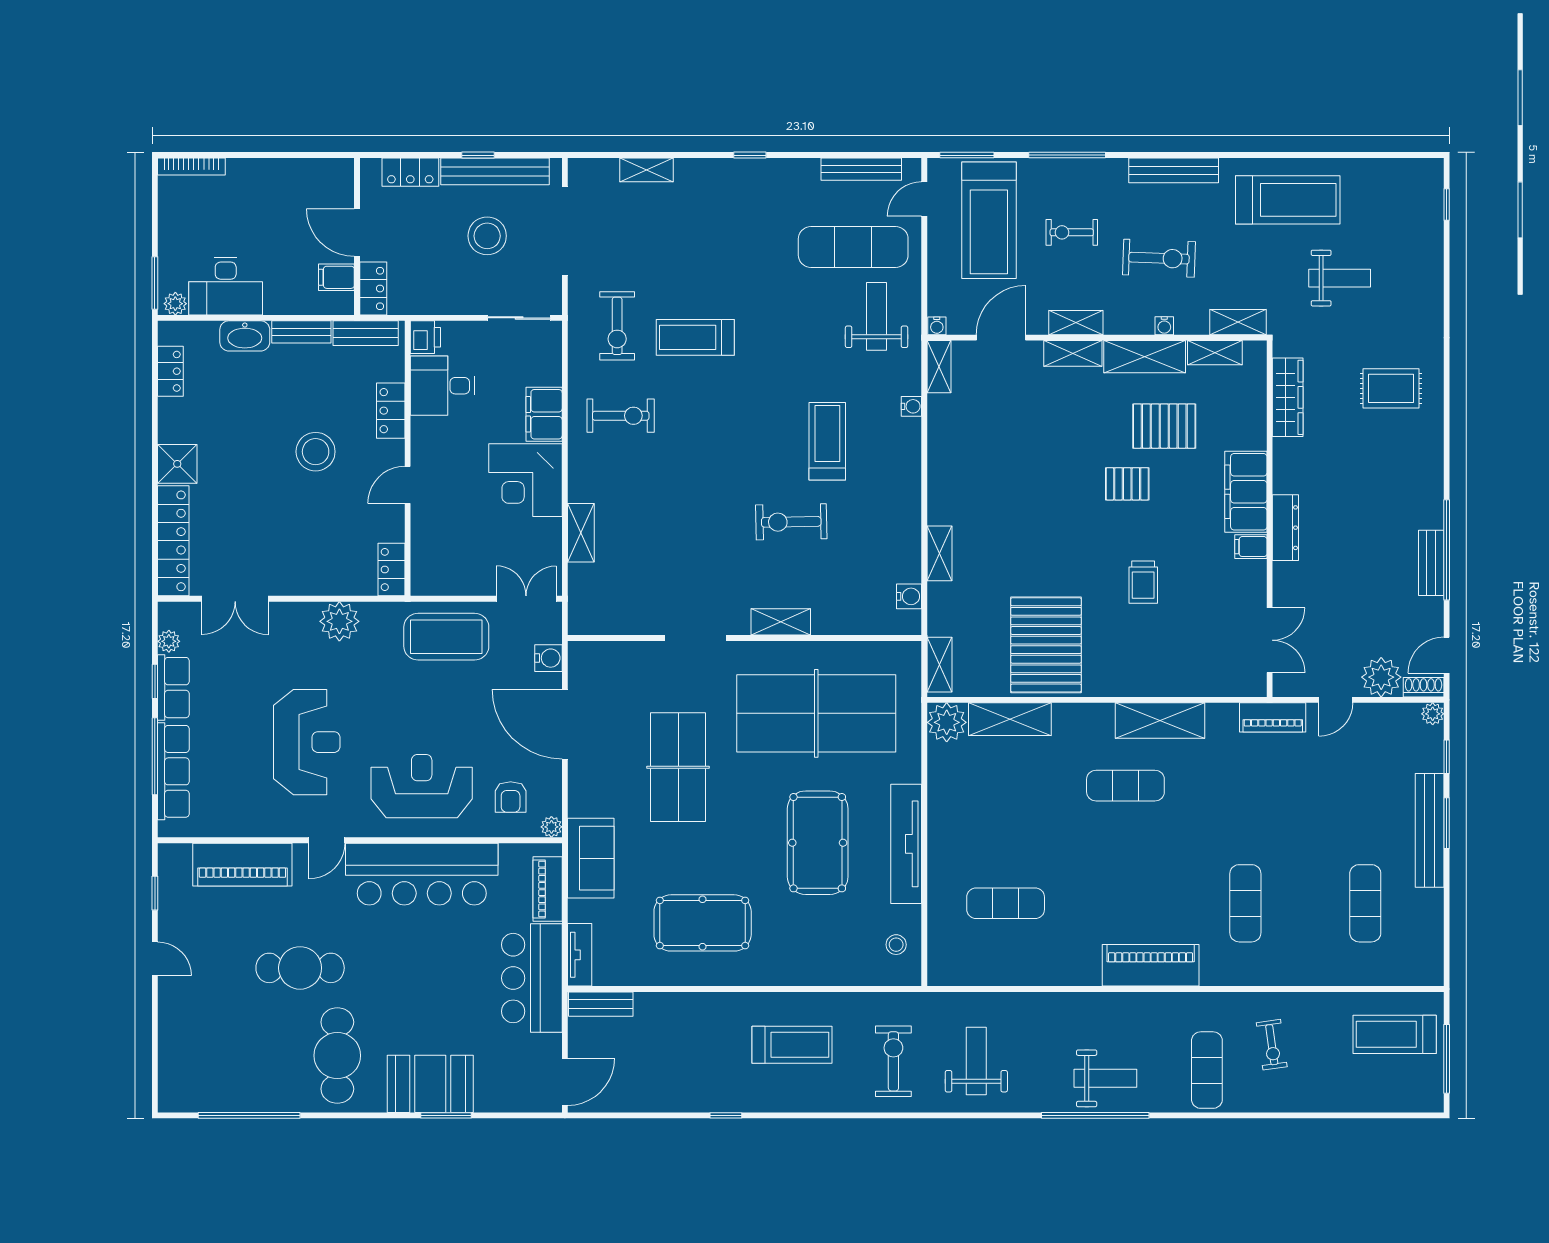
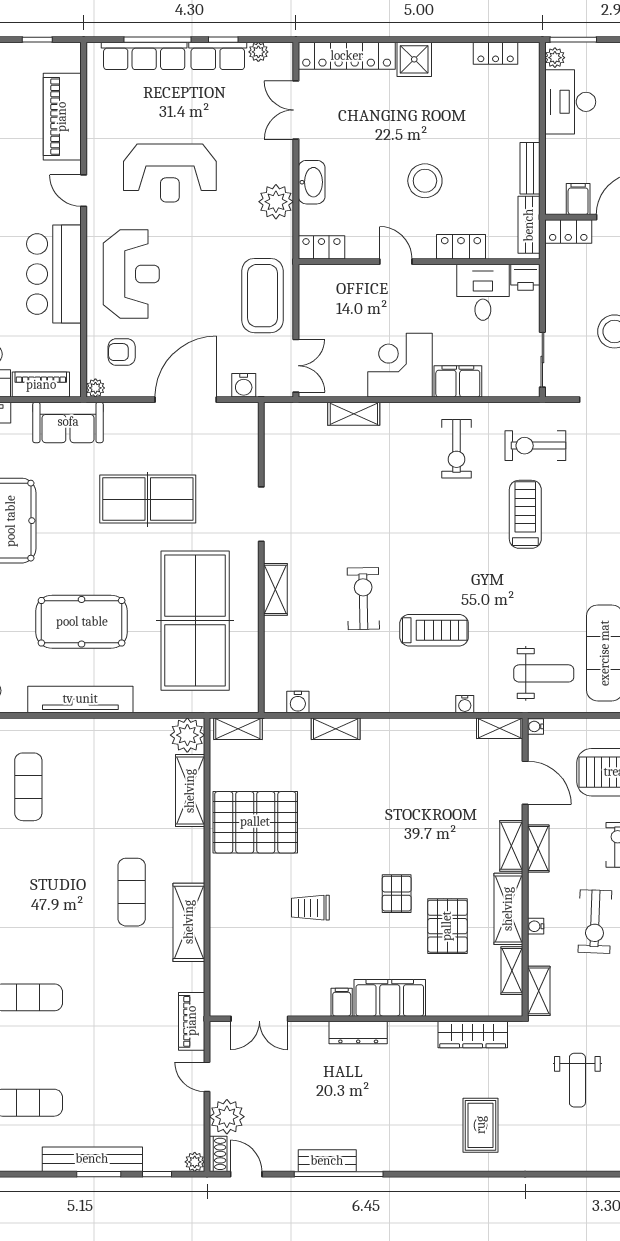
washbasin: (245, 336) -> (312, 182), moved, turned 180
bar counter: (422, 874) -> (54, 274), width x0.73

